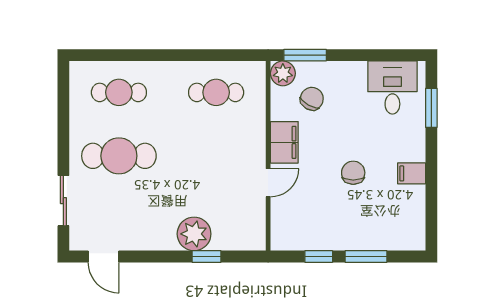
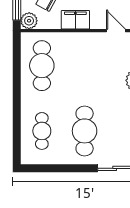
cafe table: (216, 92) -> (42, 66), width x1.37, depth x1.35
door: (268, 183) -> (116, 31), moved

